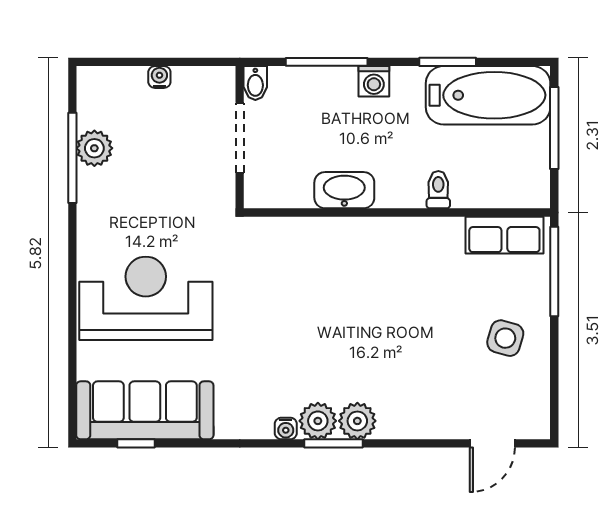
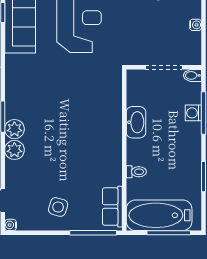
washing machine: (374, 81) -> (193, 113), moved
bathtub: (488, 95) -> (159, 215), moved, turned 90
plant: (318, 421) -> (14, 150), moved
water cooler: (286, 428) -> (11, 225), moved

